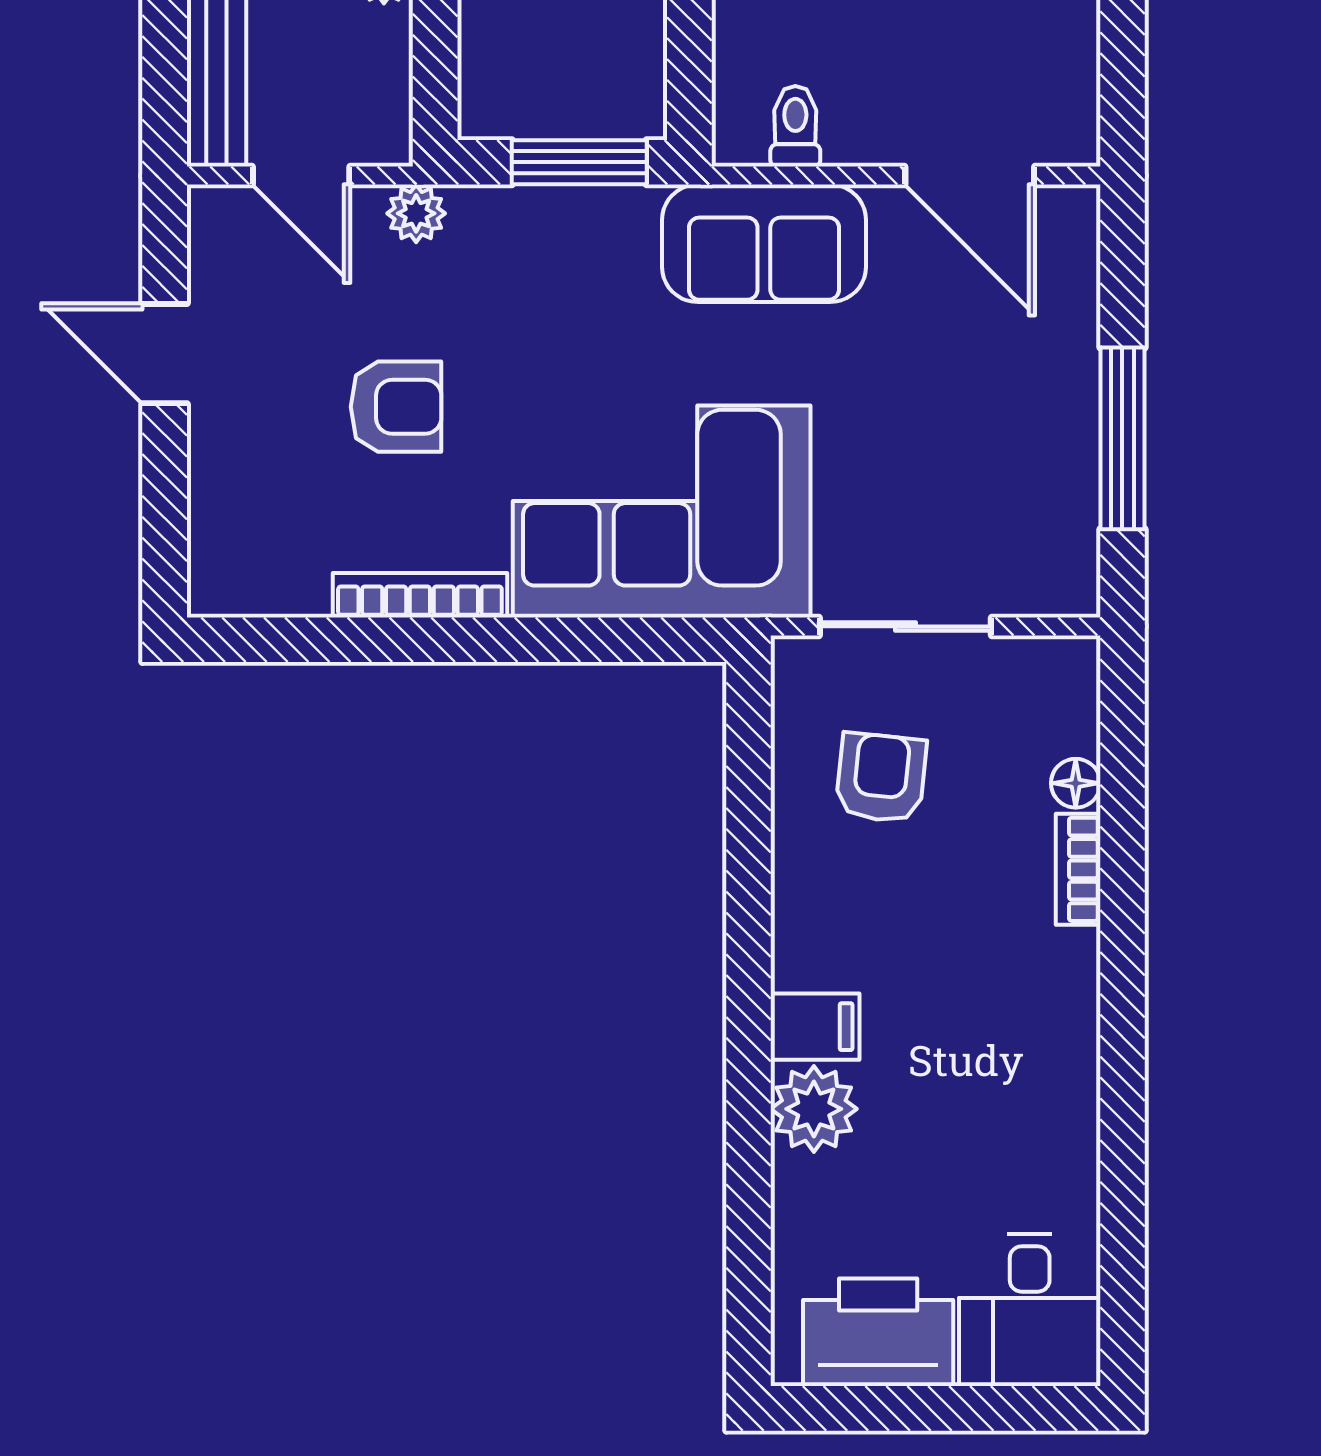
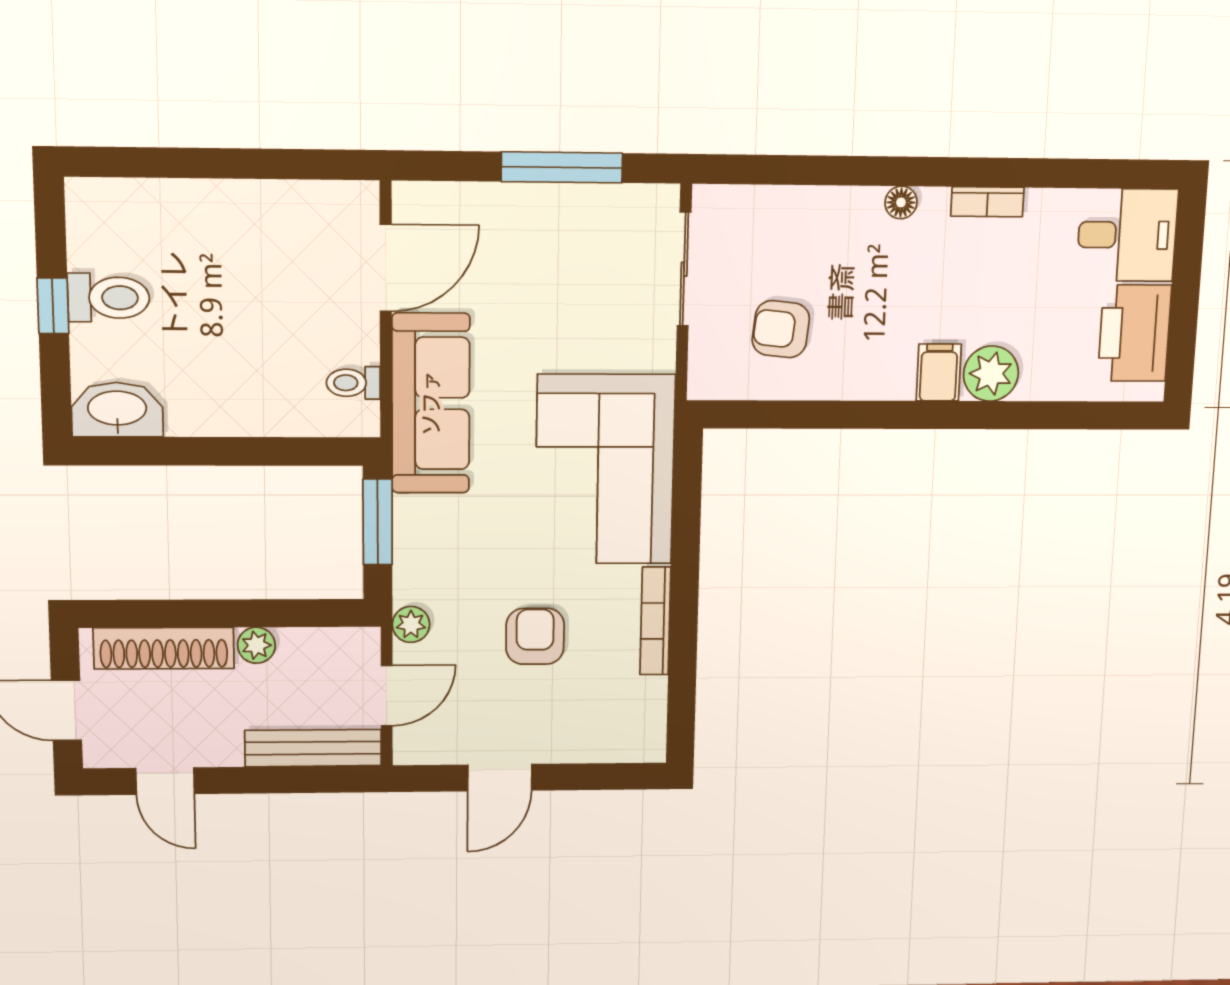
sofa: (764, 243) -> (431, 403), width x1.36
sliding door: (905, 626) -> (684, 269), moved
floor lamp: (1076, 783) -> (901, 202), moved
bookcase: (1078, 869) -> (987, 202), moved

